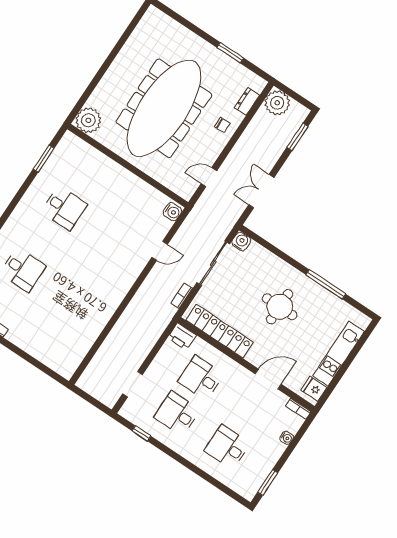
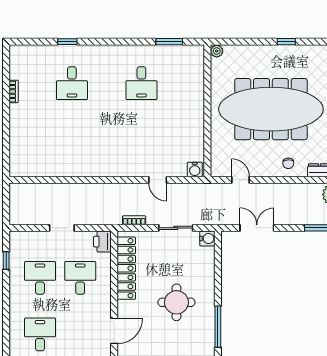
window: (113, 55) -> (286, 42), added
plant: (88, 120) -> (217, 51), width x0.53, depth x0.53
sliding door: (213, 263) -> (176, 228), width x0.73
door: (268, 379) -> (114, 331), hinge flipped
doorway: (133, 384) -> (62, 228), moved

